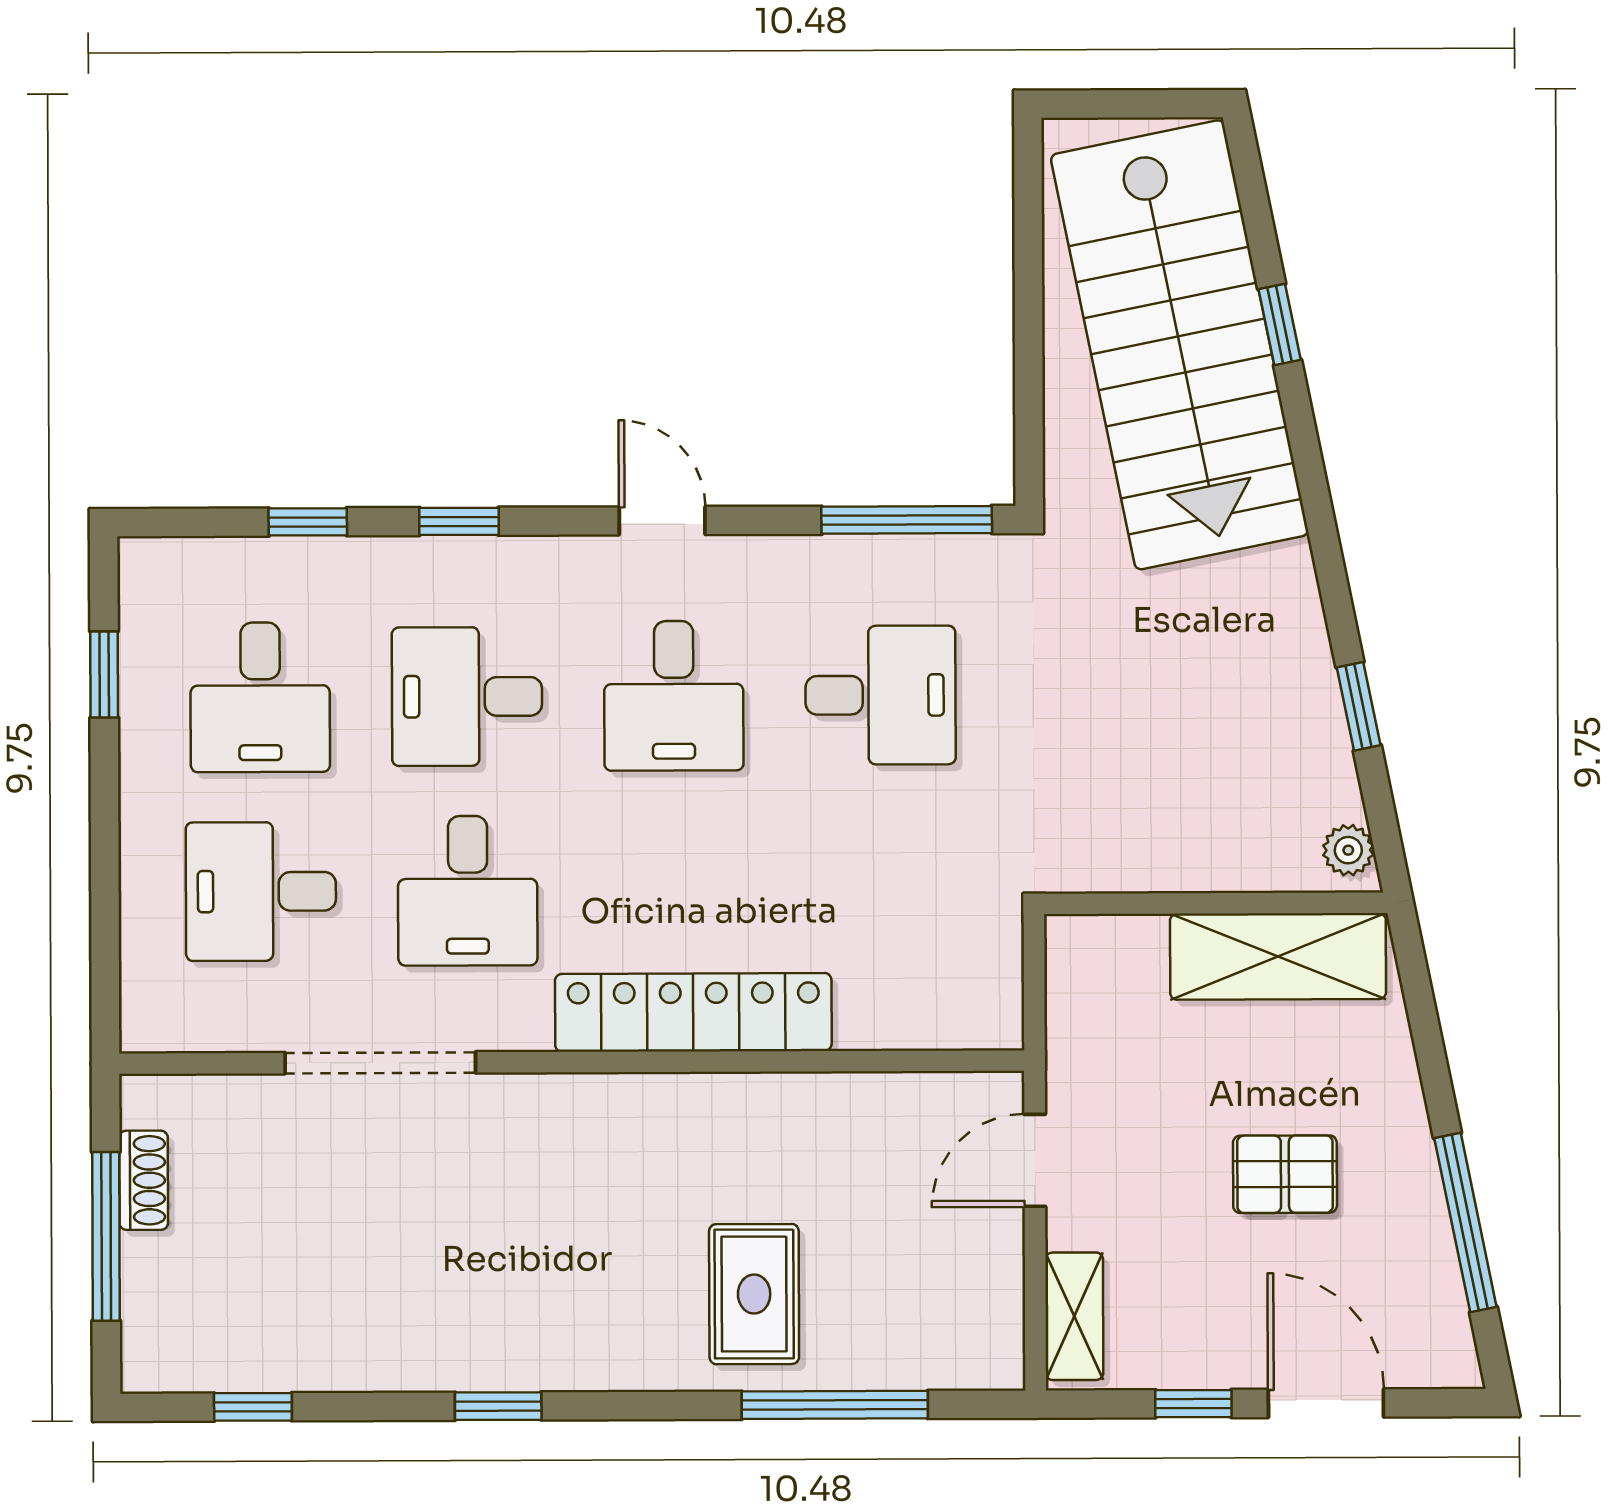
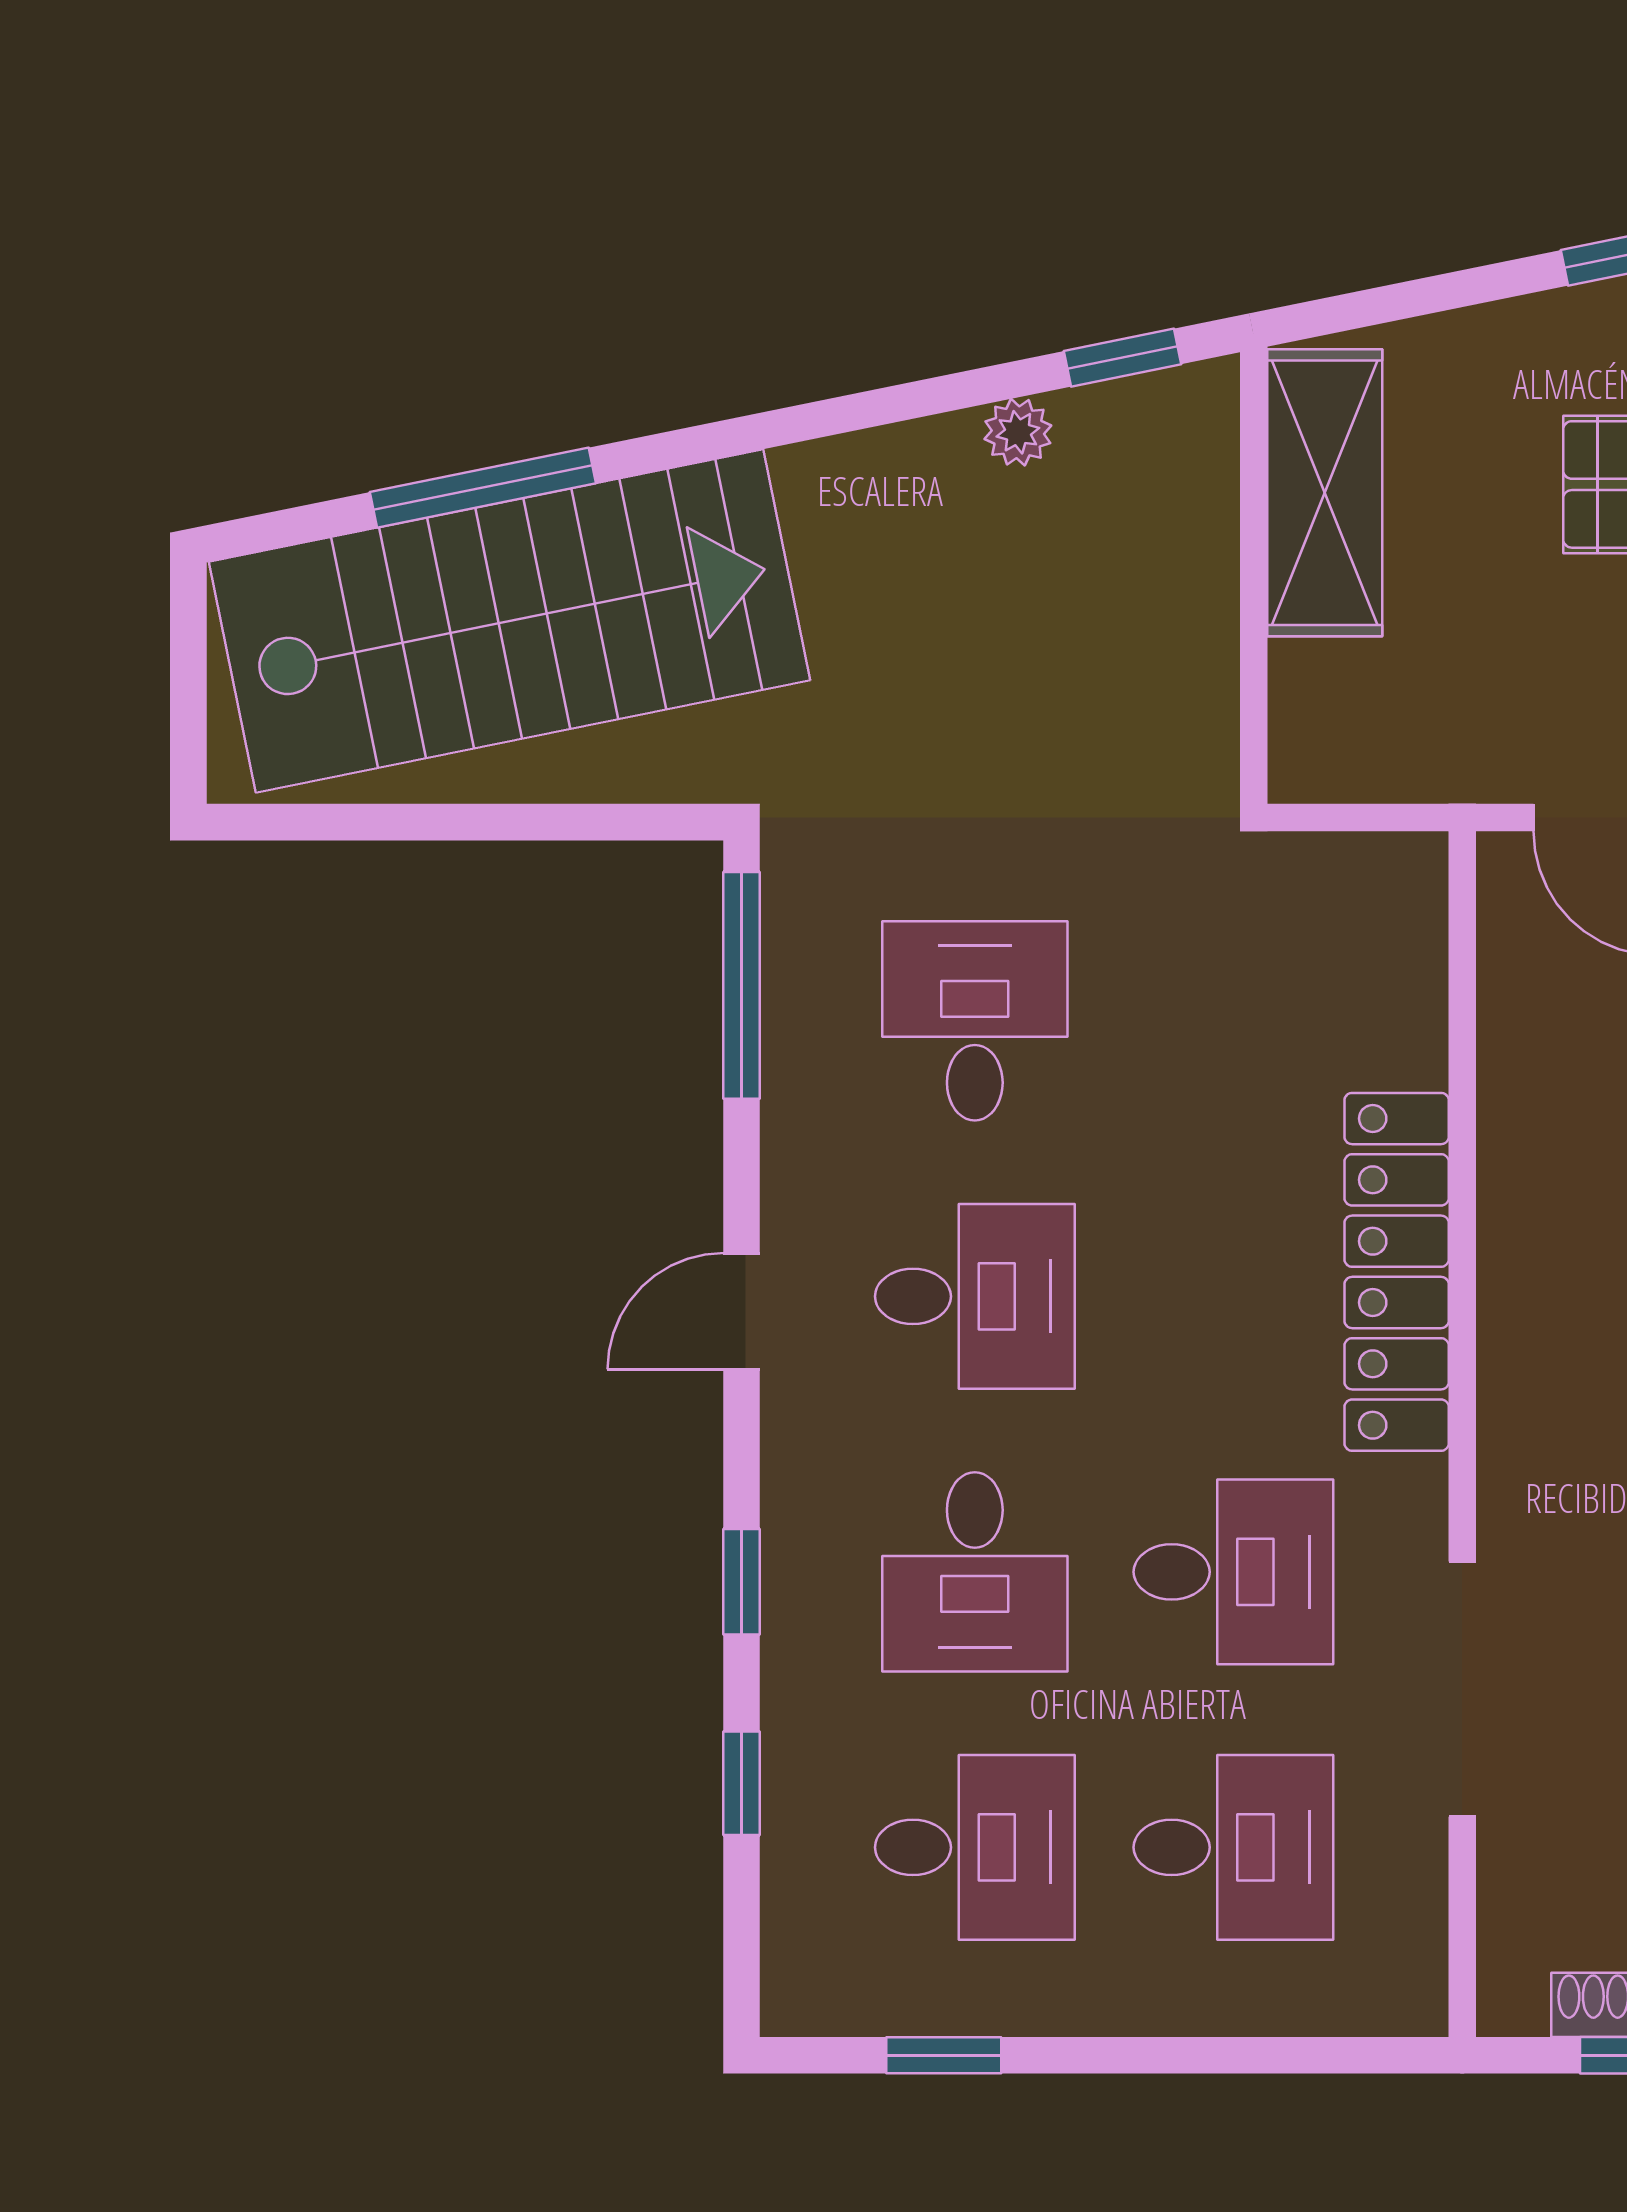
window: (1280, 324) -> (483, 488), width x2.17
window: (1359, 706) -> (1122, 358), moved
plant: (1348, 850) -> (1018, 432), moved
desk: (261, 891) -> (1233, 1847), turned -90

